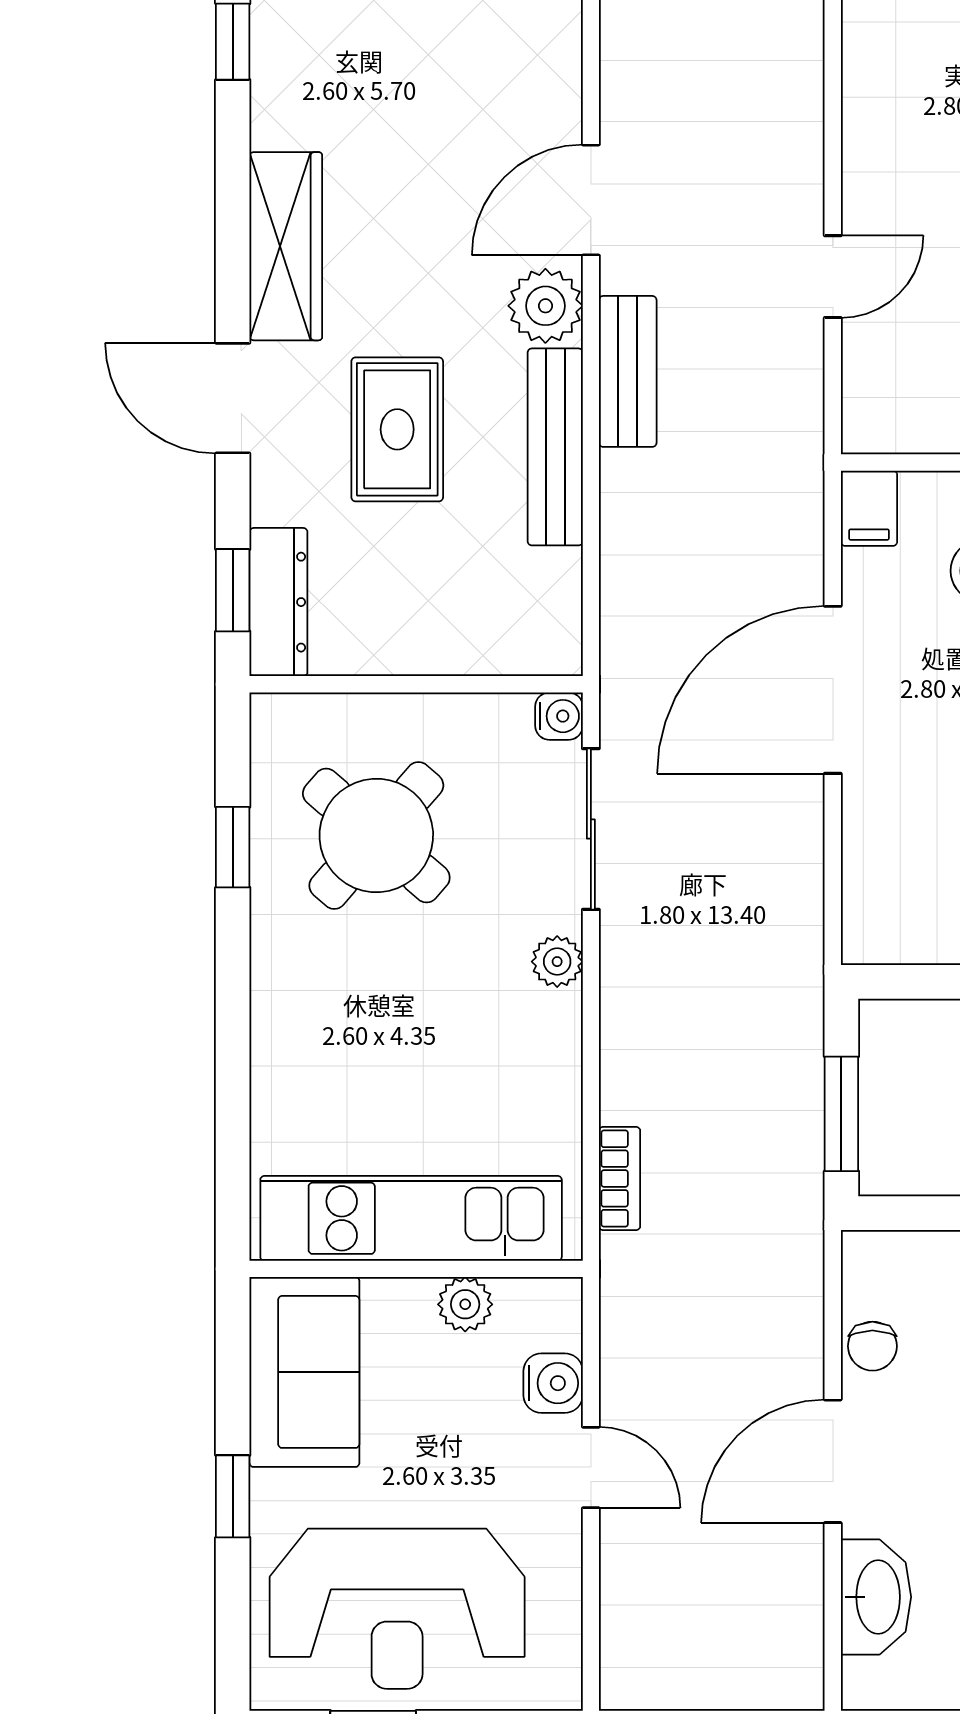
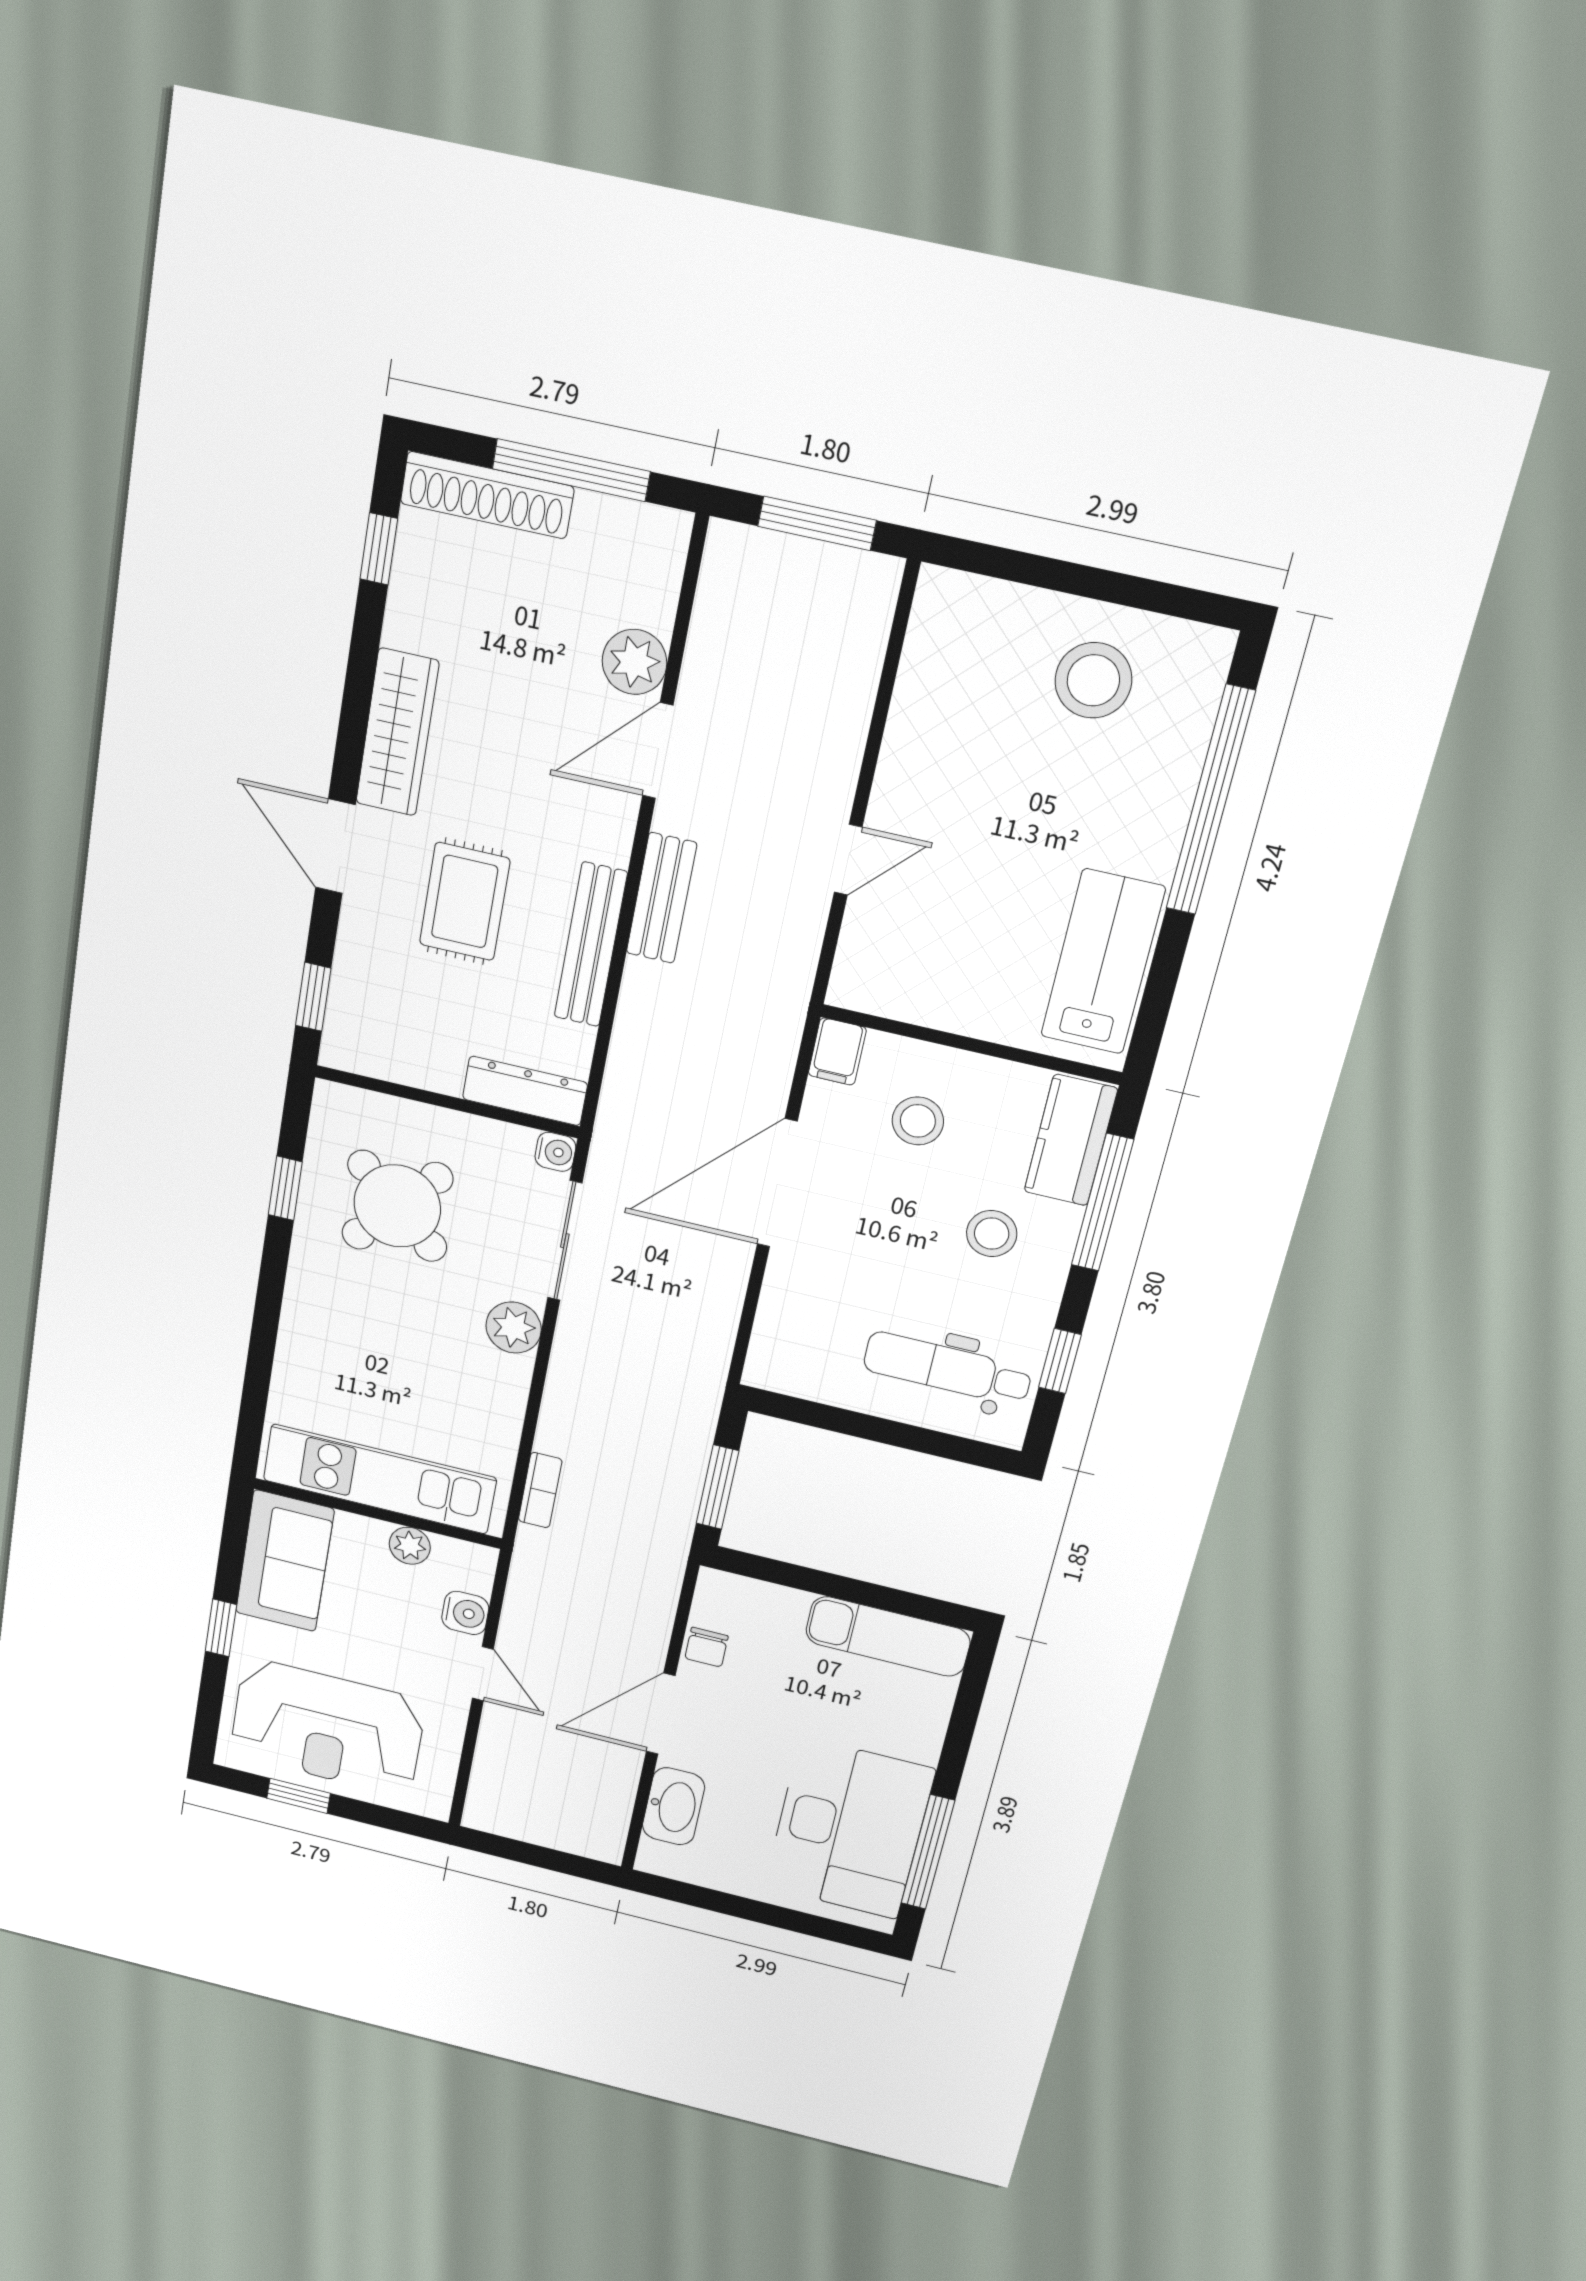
plant: (545, 306) -> (634, 662), moved
dresser: (278, 602) -> (525, 1091), moved, turned -90
plant: (557, 962) -> (514, 1327), width x1.38, depth x1.38

